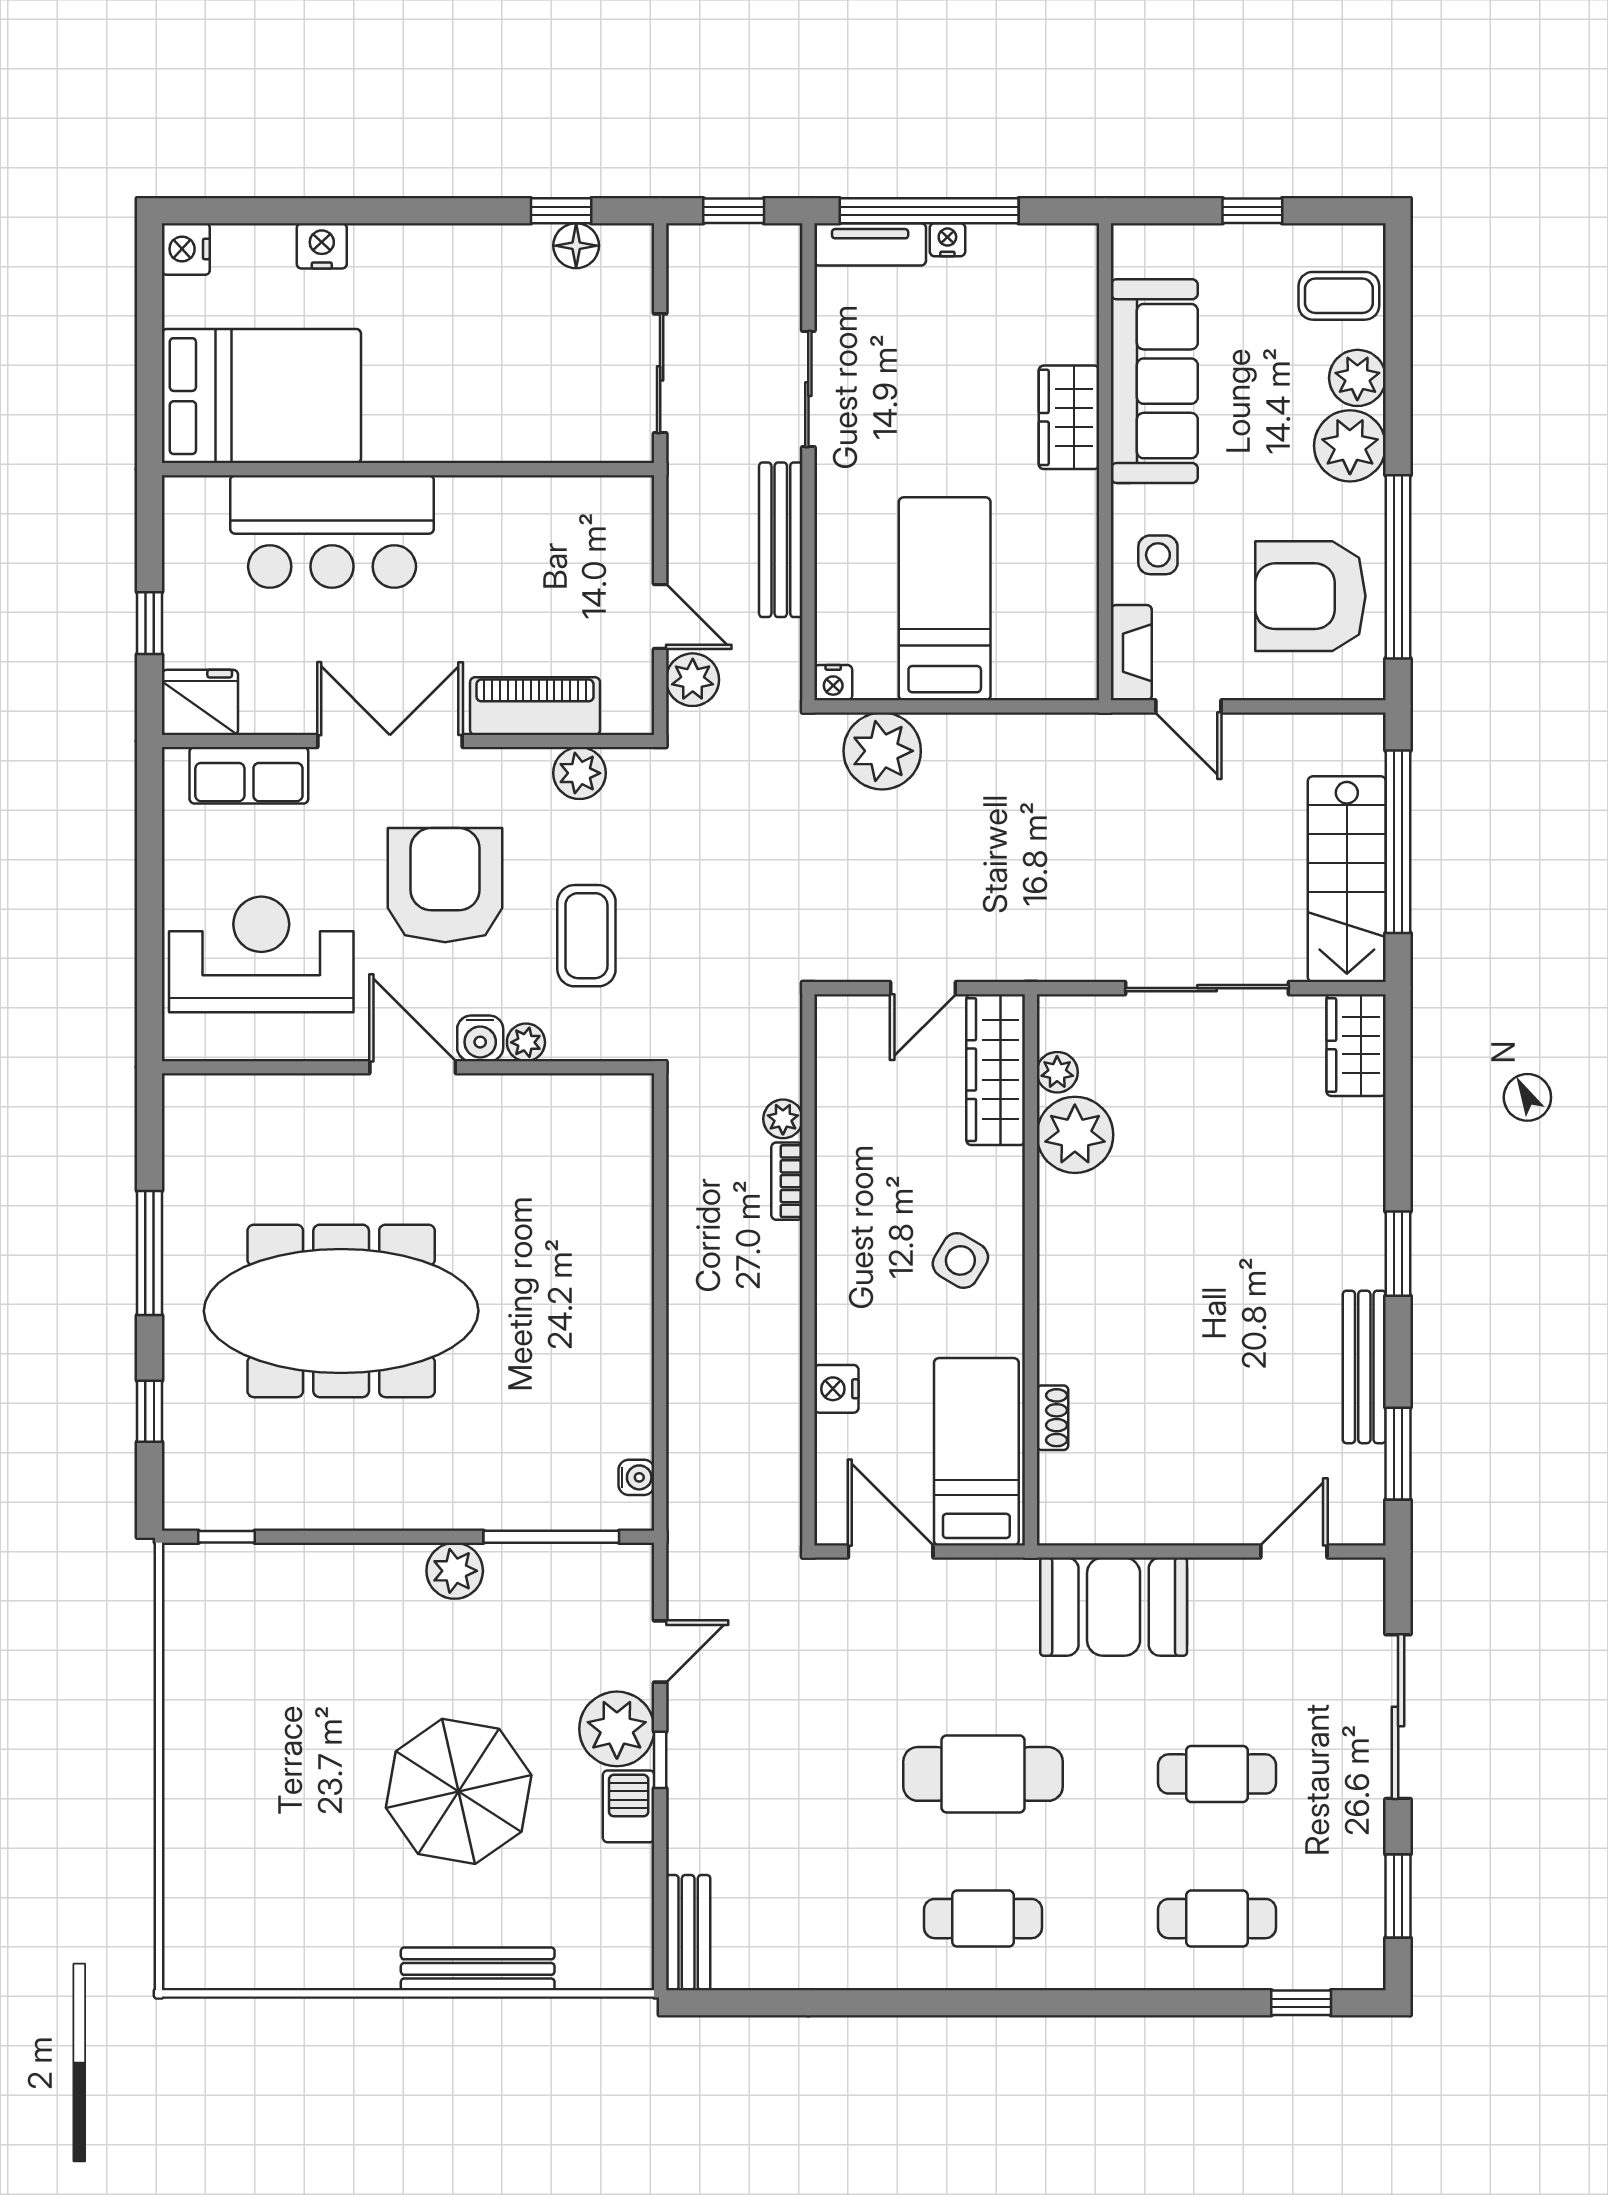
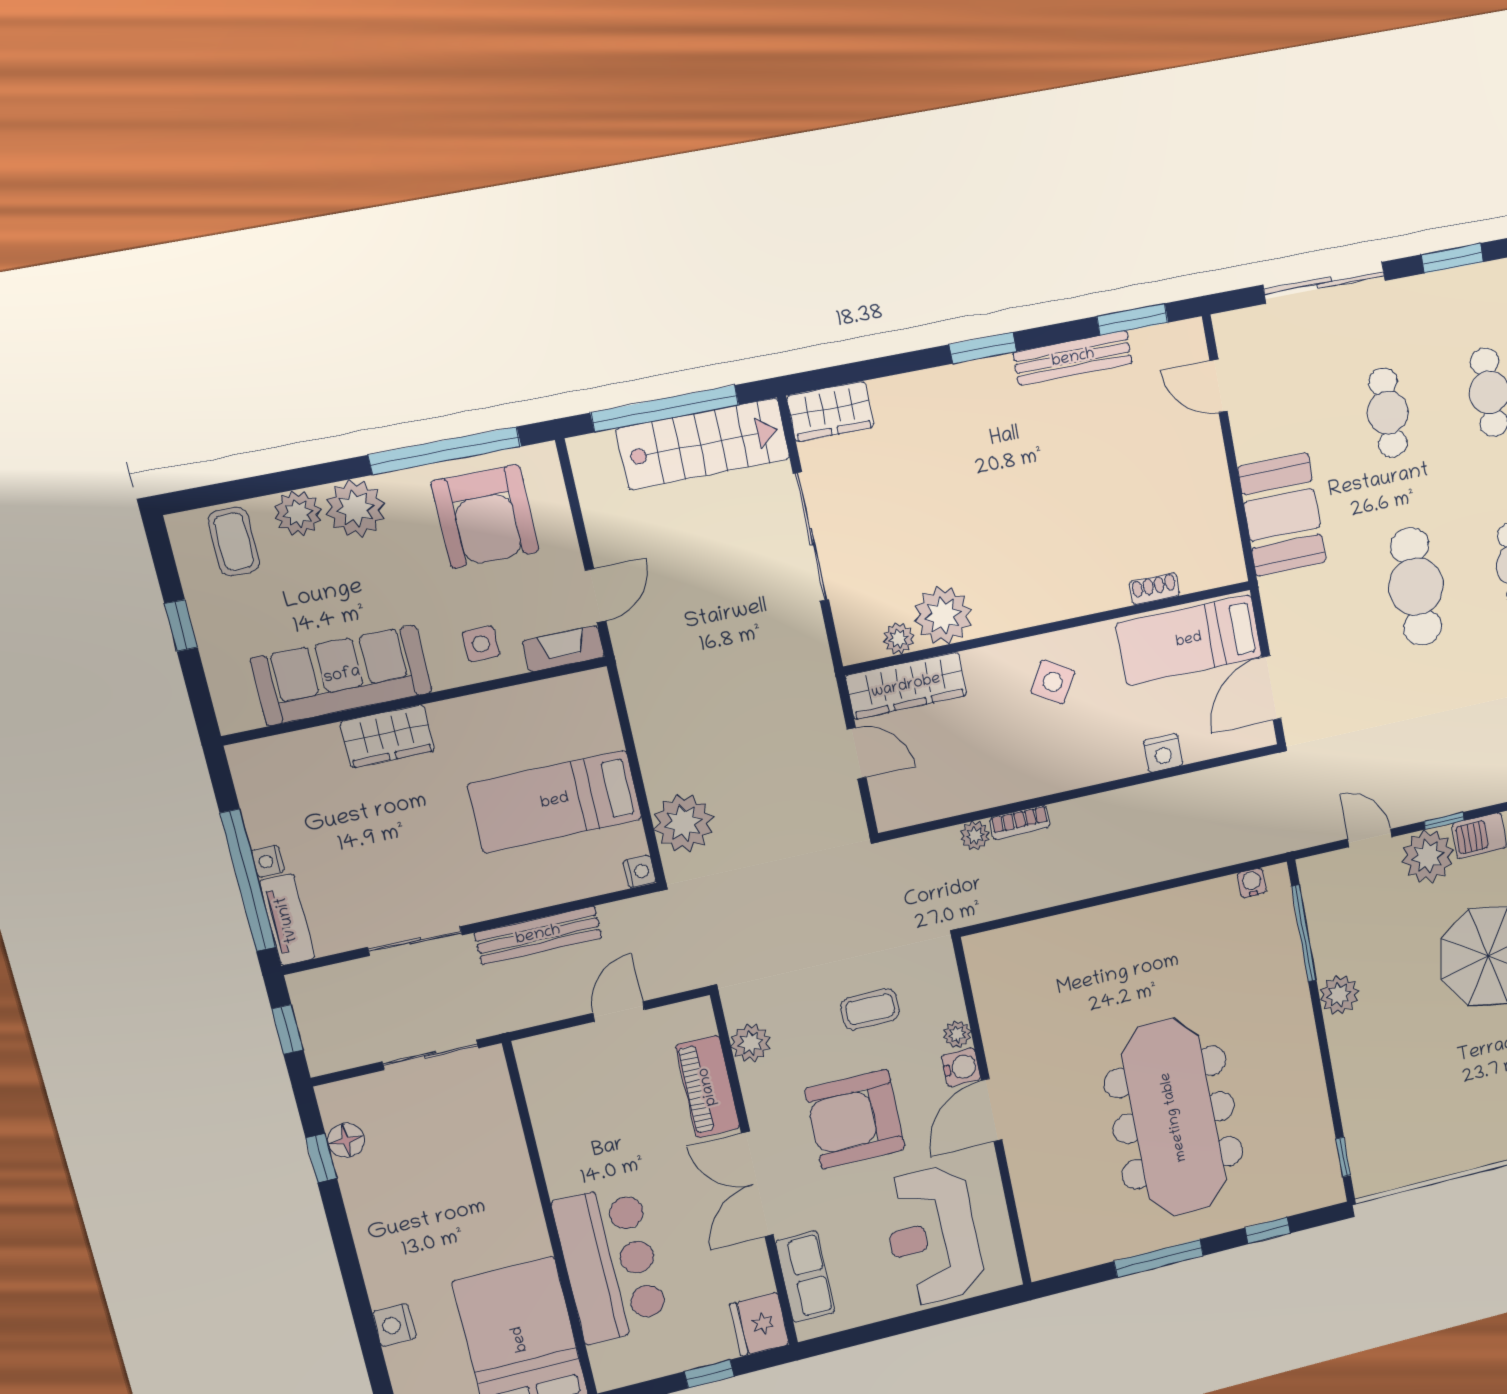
plant: (693, 680) -> (661, 976), removed
coffee table: (586, 936) -> (870, 1009), width x0.73, depth x0.77

